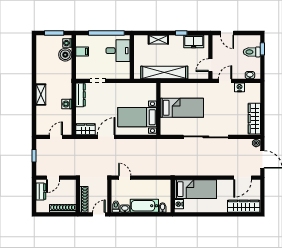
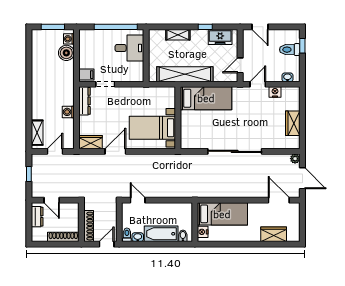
filing cabinet: (82, 52) -> (86, 75), moved
shelving: (41, 95) -> (37, 133), moved
bed: (182, 108) -> (206, 98), moved
wardrobe: (254, 119) -> (293, 123), width x0.67
door: (53, 178) -> (52, 200), hinge flipped
door: (243, 178) -> (279, 200), swing flipped
wardrobe: (244, 206) -> (274, 234), width x0.67

